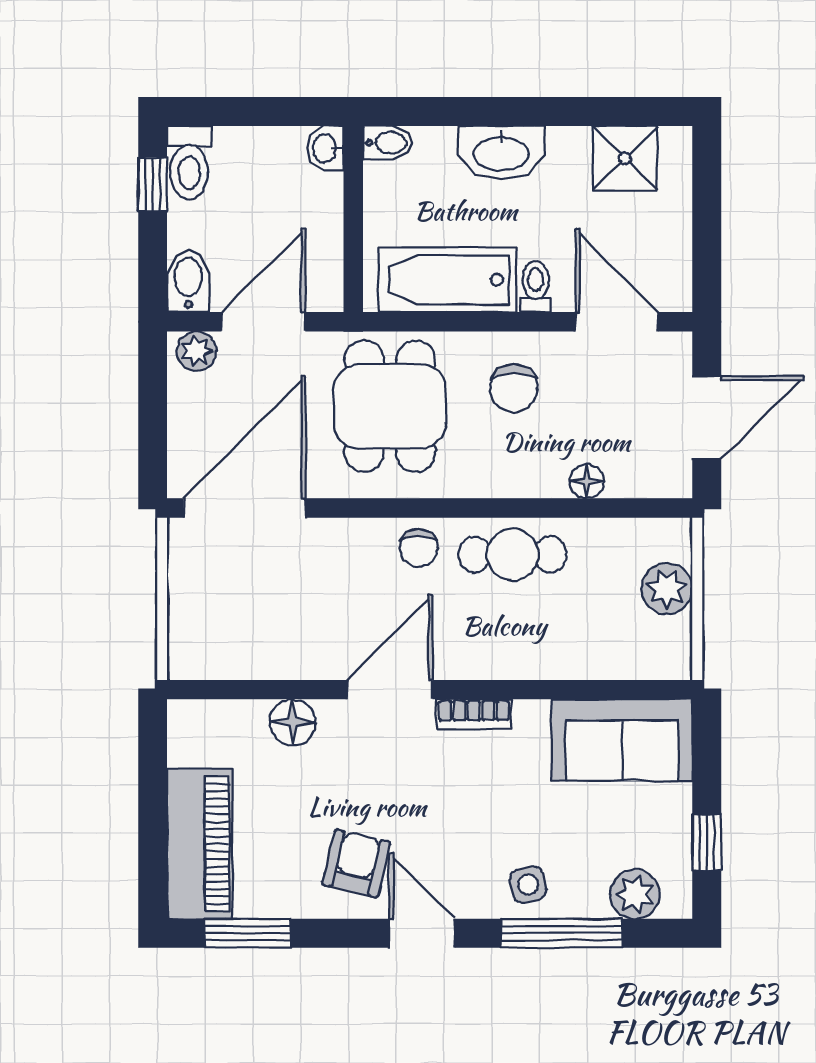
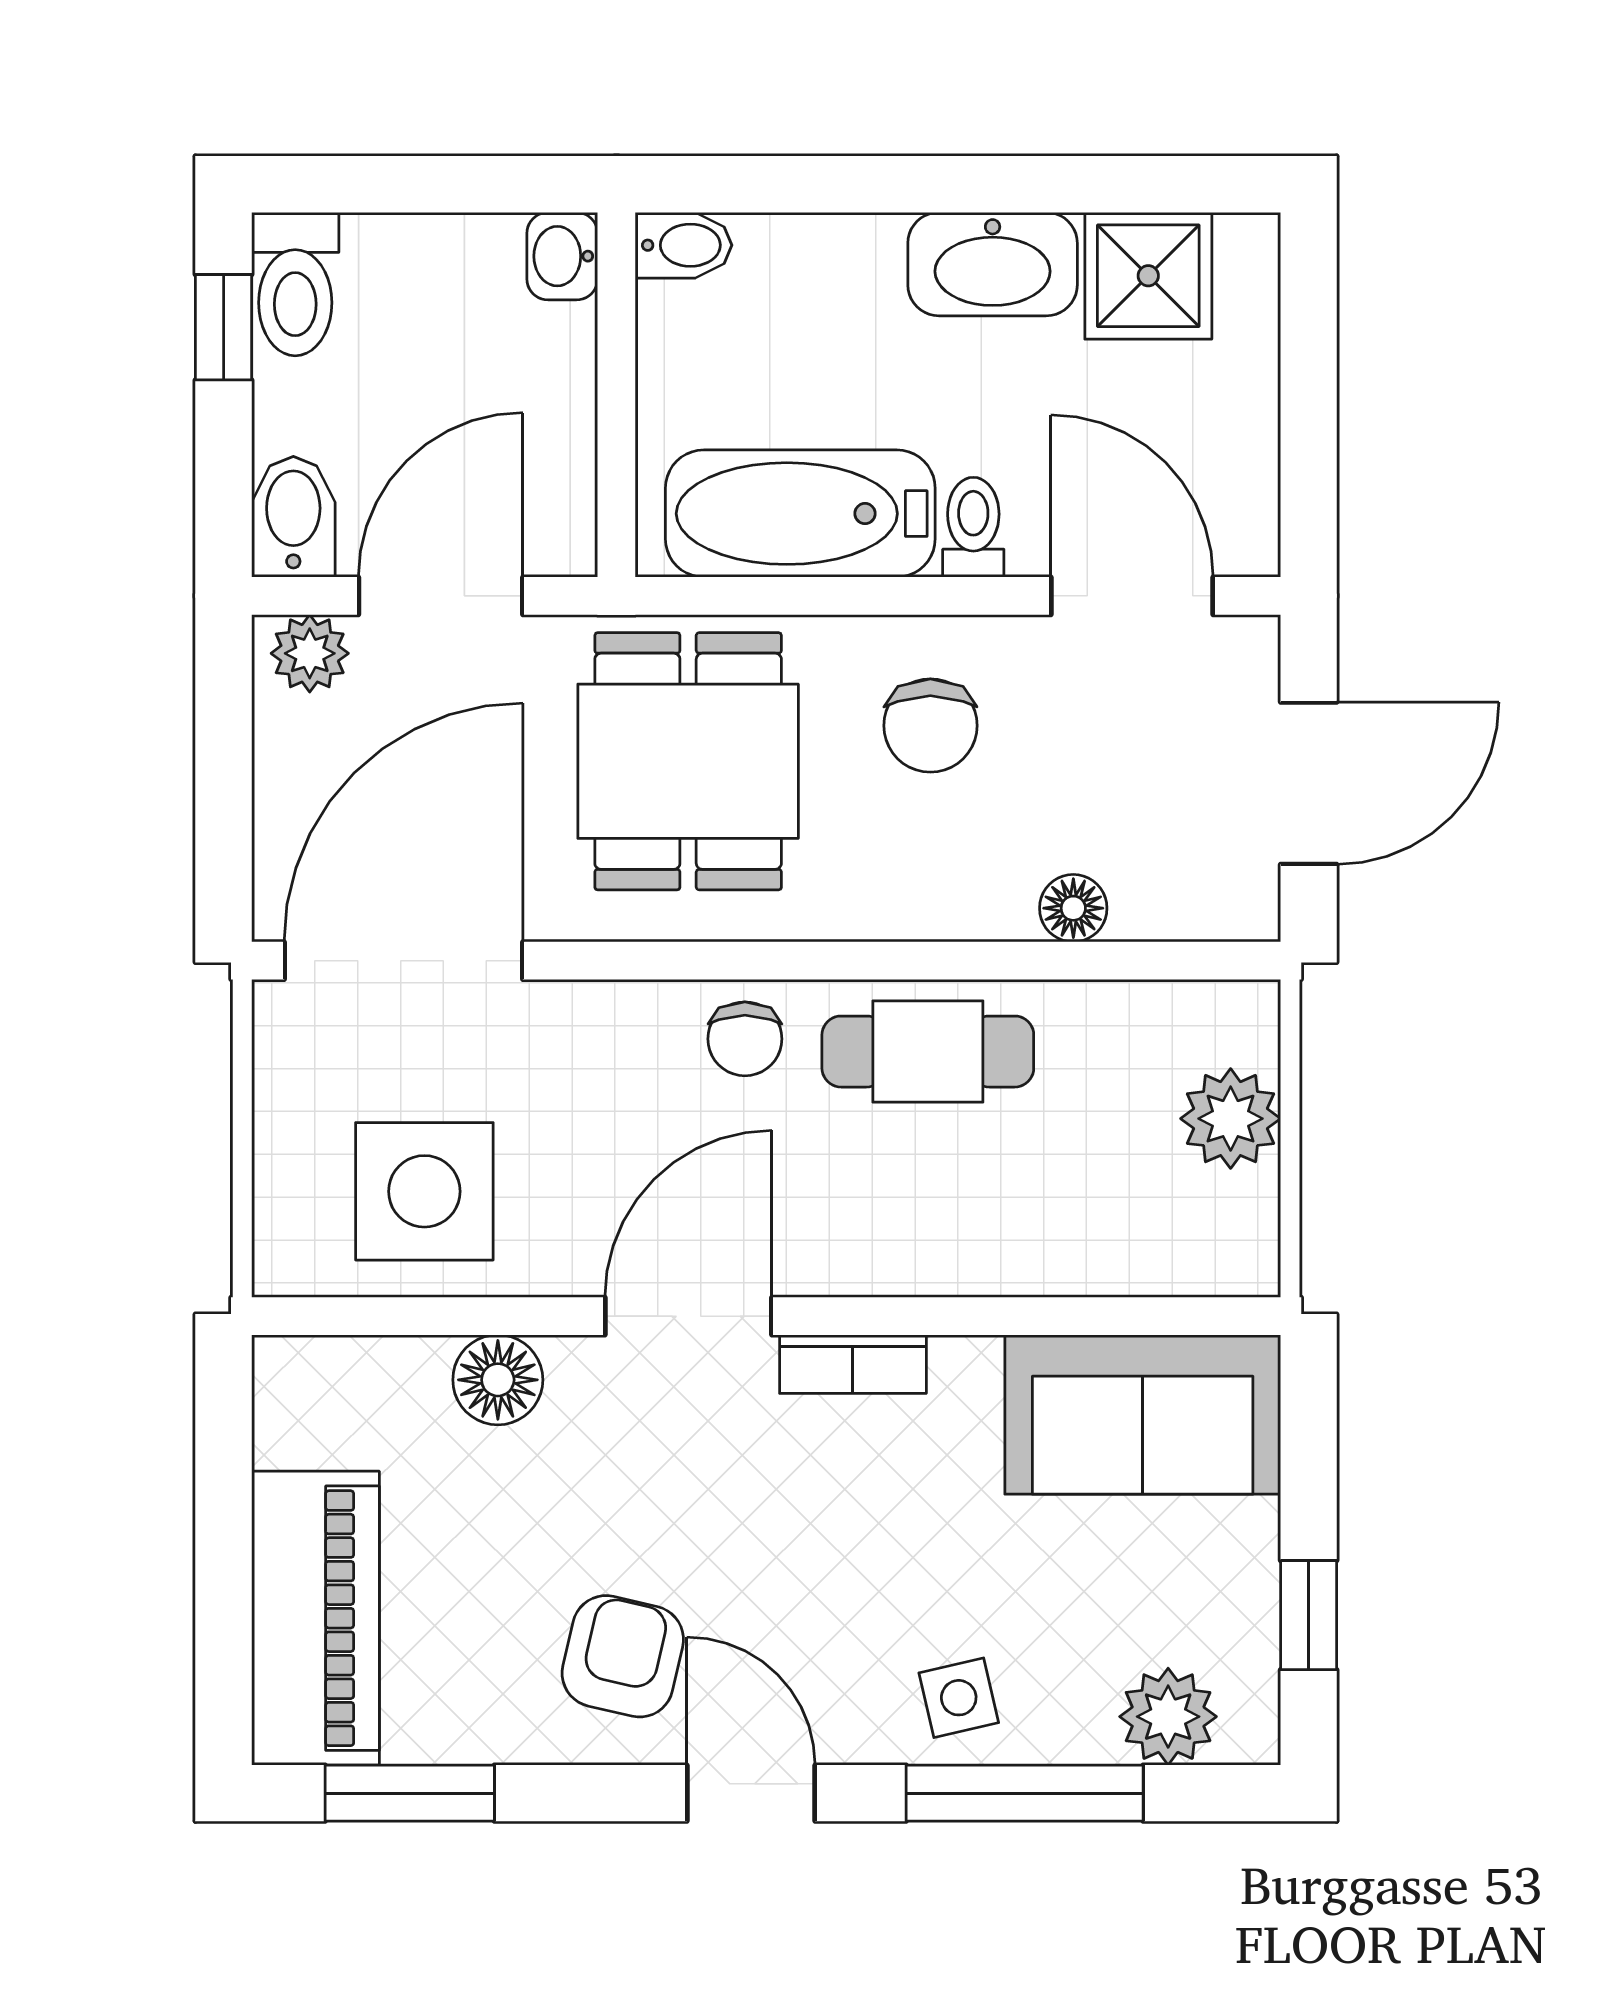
washbasin: (501, 152) -> (993, 264), moved
side table: (255, 626) -> (424, 1191), added

